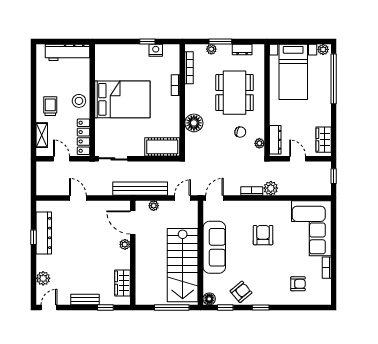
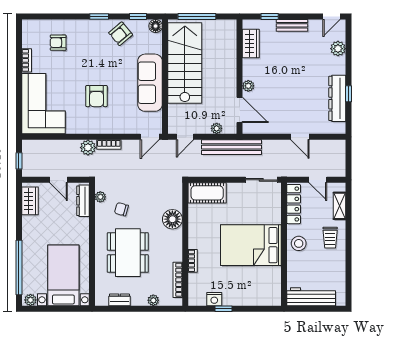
window: (220, 41) -> (143, 309), removed

